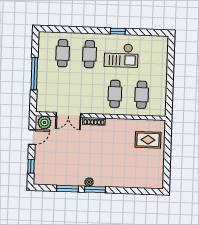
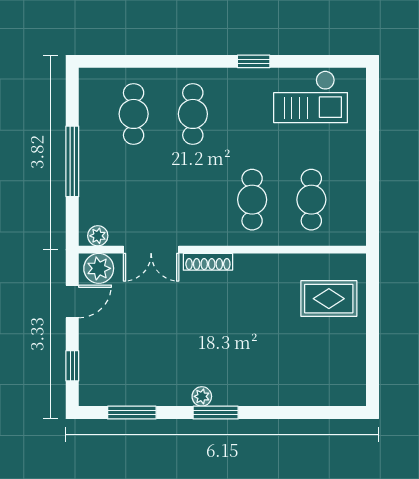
checkout: (121, 55) -> (311, 97), moved
plant: (45, 108) -> (98, 236), added
window: (68, 189) -> (132, 413), moved

